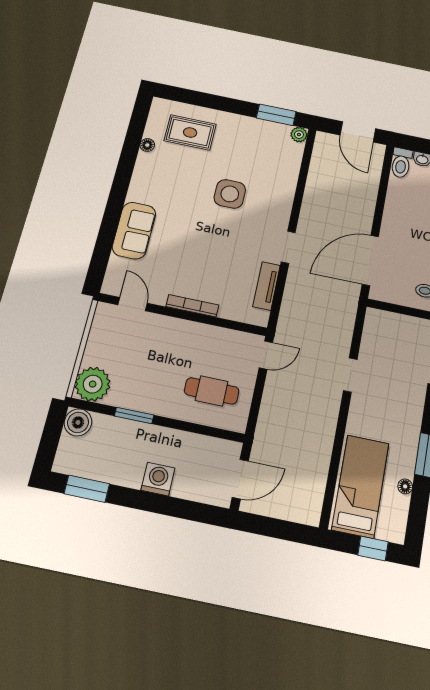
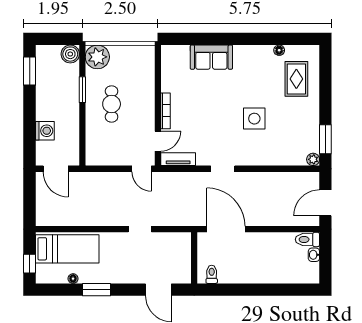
tv unit: (267, 286) -> (178, 159), moved
door: (133, 304) -> (158, 141), moved
cafe table: (212, 391) -> (112, 104), moved
washing machine: (158, 479) -> (45, 131), moved

